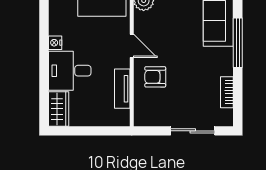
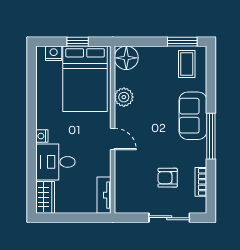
armchair: (155, 77) -> (168, 178), moved
tv unit: (122, 89) -> (104, 195), moved

